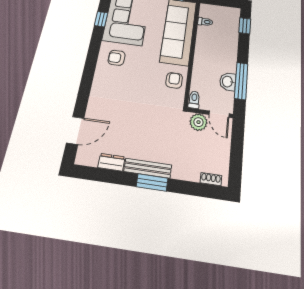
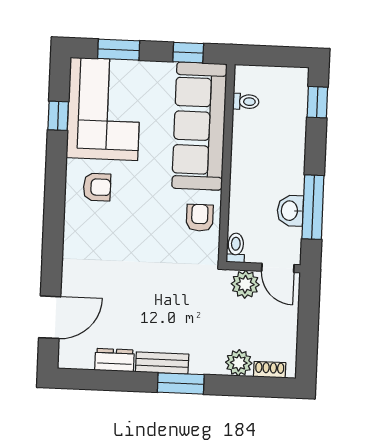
armchair: (117, 58) -> (97, 187), turned 180
bench: (148, 168) -> (162, 363), width x0.73
plant: (191, 172) -> (239, 363), added

